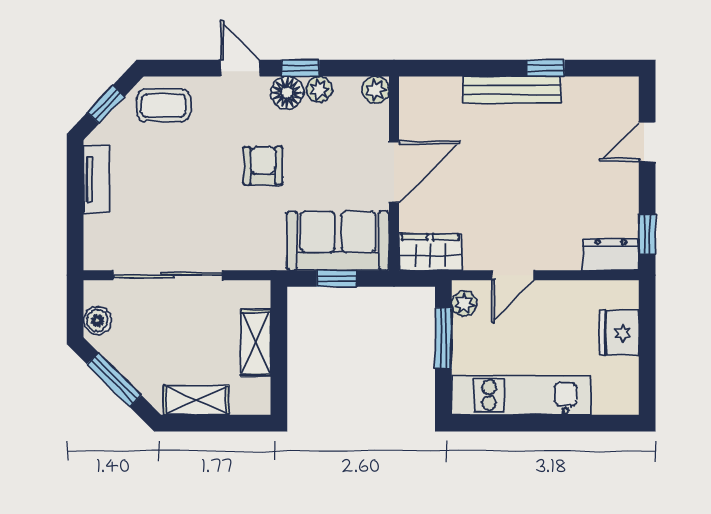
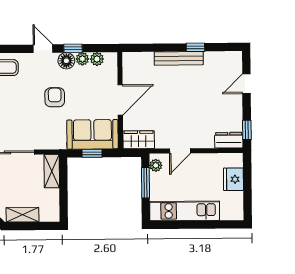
plant: (376, 90) -> (97, 59), moved
shelving: (256, 343) -> (52, 171), moved

